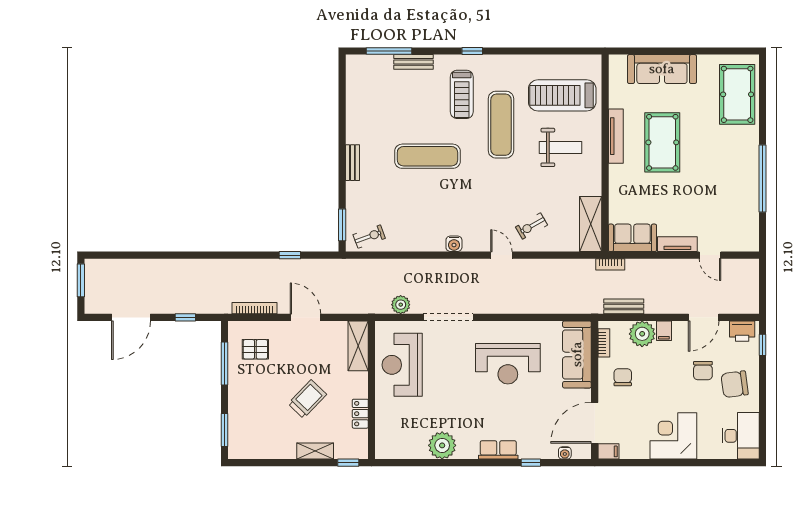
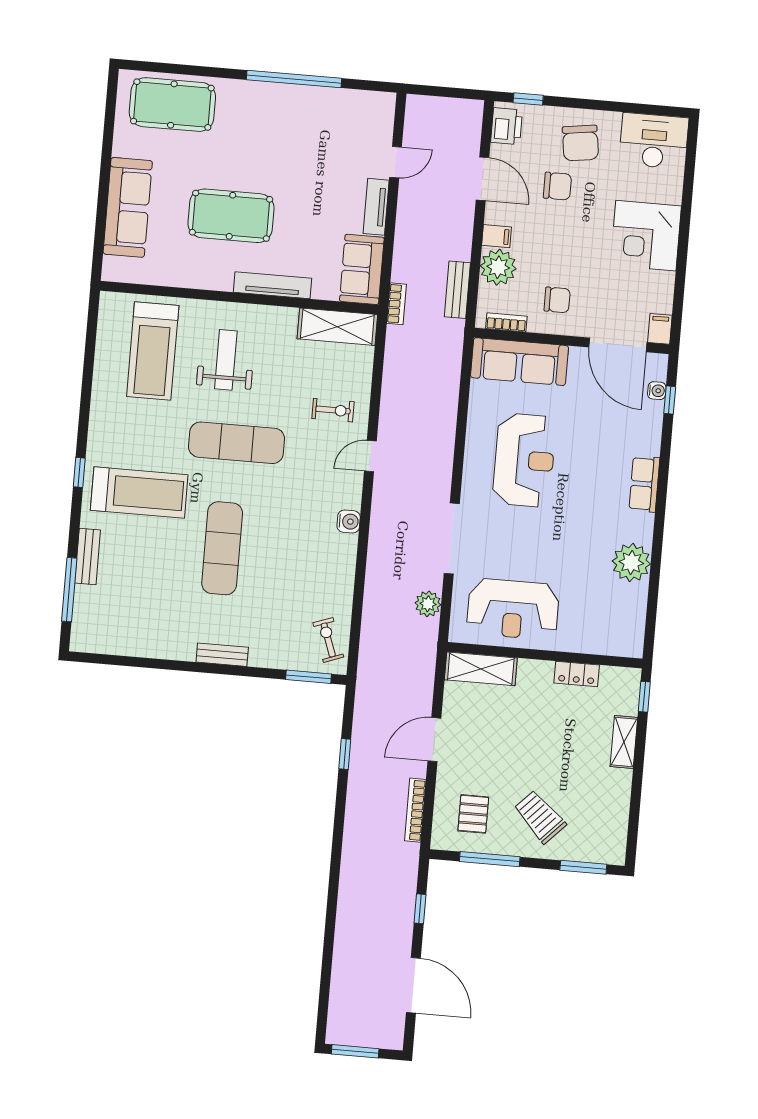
treadmill: (462, 94) -> (139, 492), width x1.37, depth x1.38
exercise mat: (501, 125) -> (237, 443), moved
tv unit: (616, 136) -> (273, 285), moved
exercise bike: (532, 226) -> (333, 410), turned -60
chair: (623, 377) -> (557, 300), turned 180
trolley: (307, 399) -> (540, 817), moved
window: (531, 463) -> (670, 400), moved

